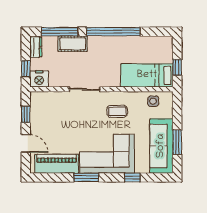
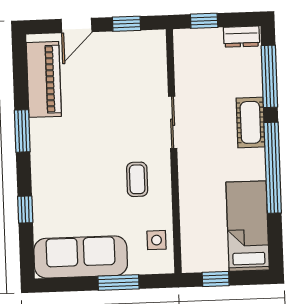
cot: (73, 44) -> (250, 122), moved
bed: (147, 75) -> (248, 226), moved
nightstand: (39, 79) -> (187, 44), removed
window: (177, 142) -> (119, 283), moved
corner sofa: (107, 154) -> (64, 165), removed

